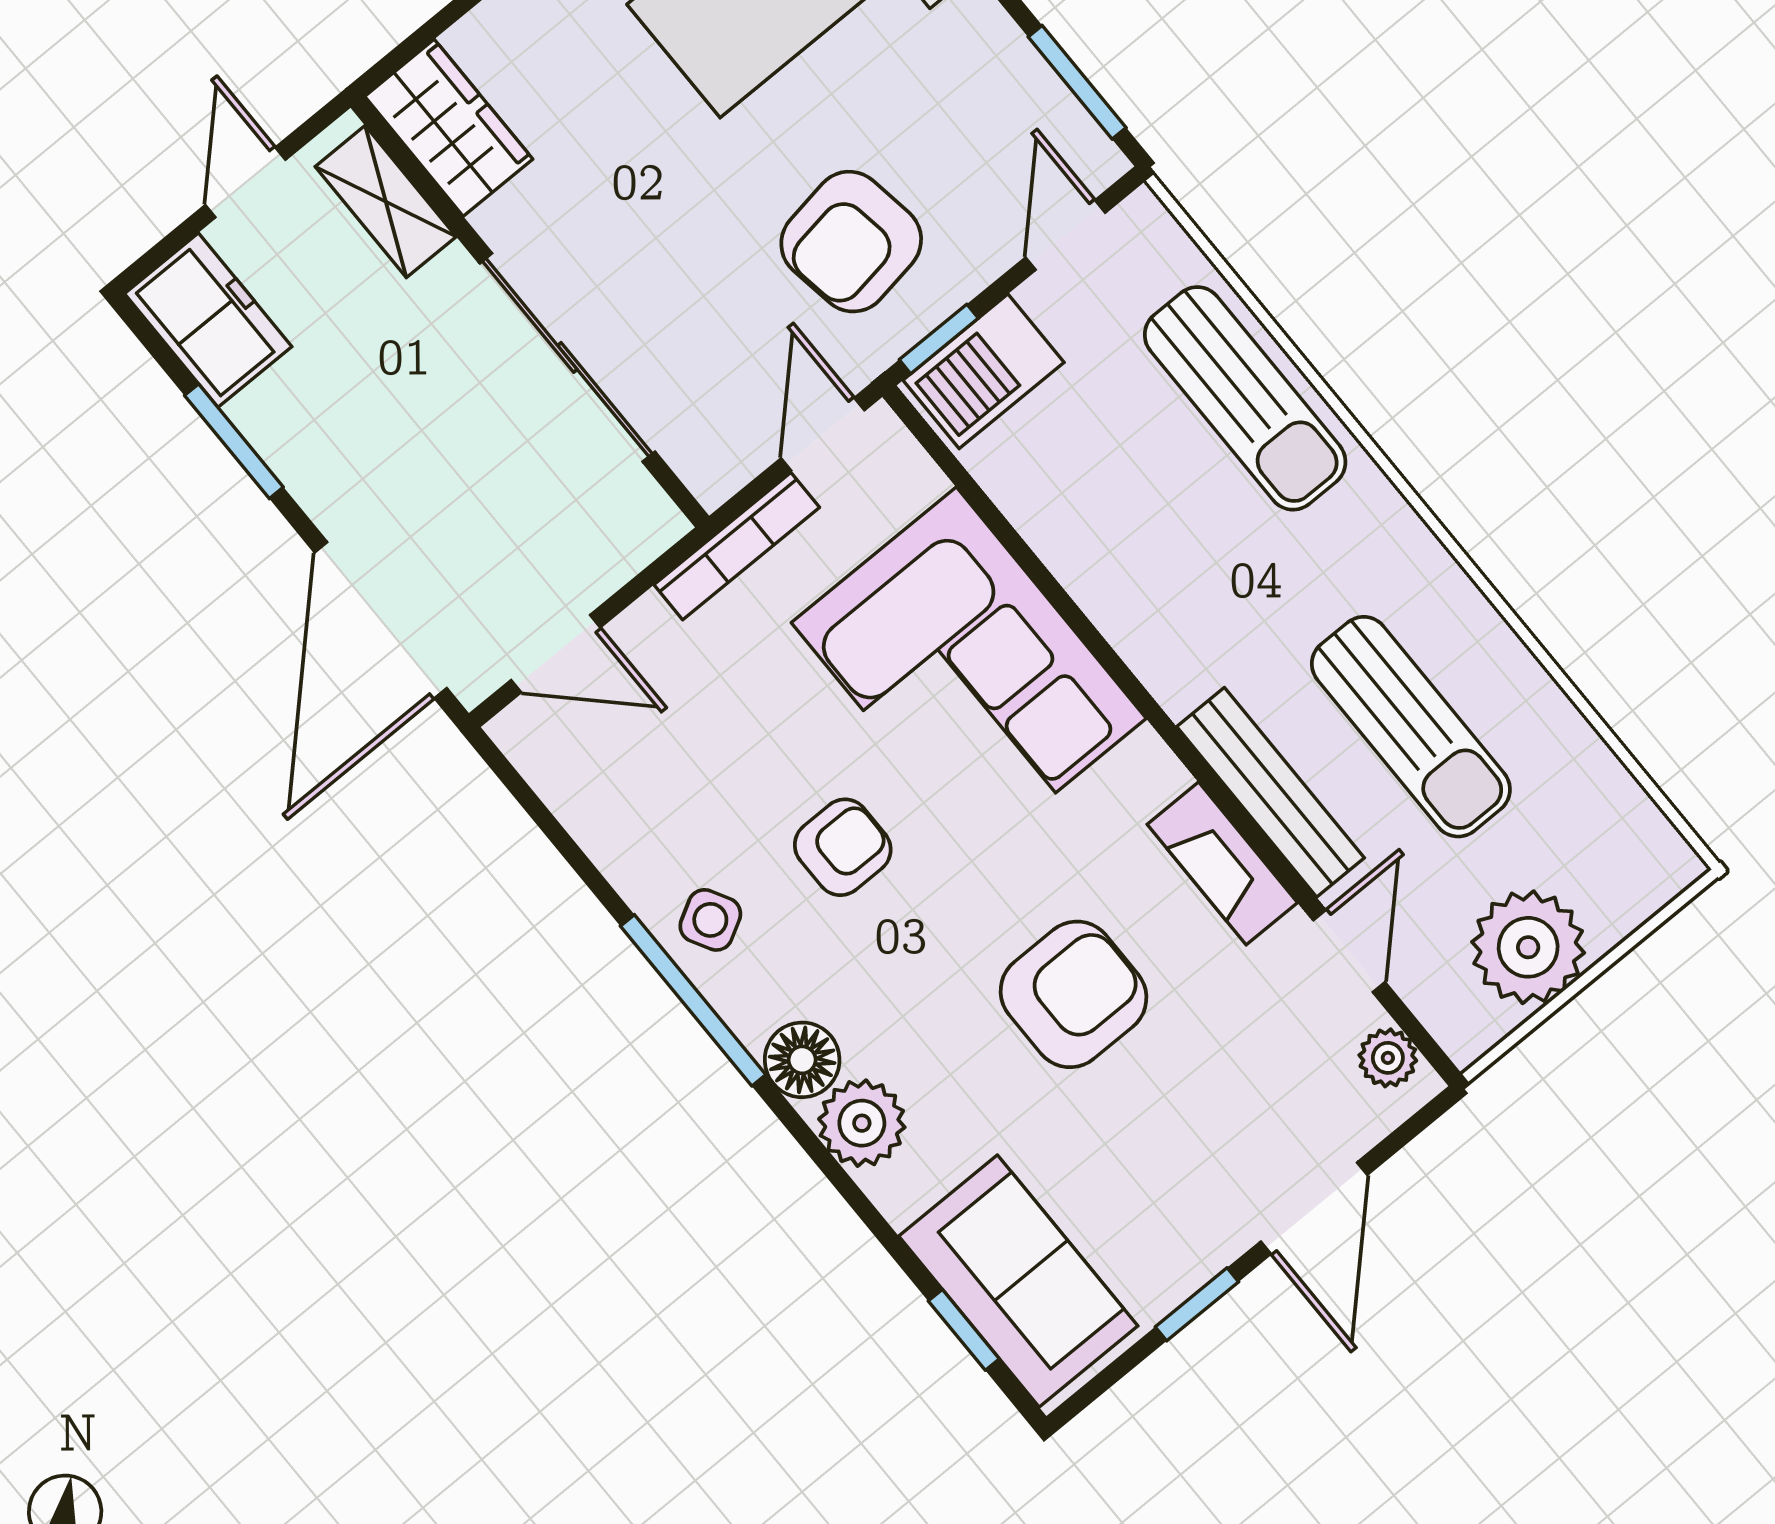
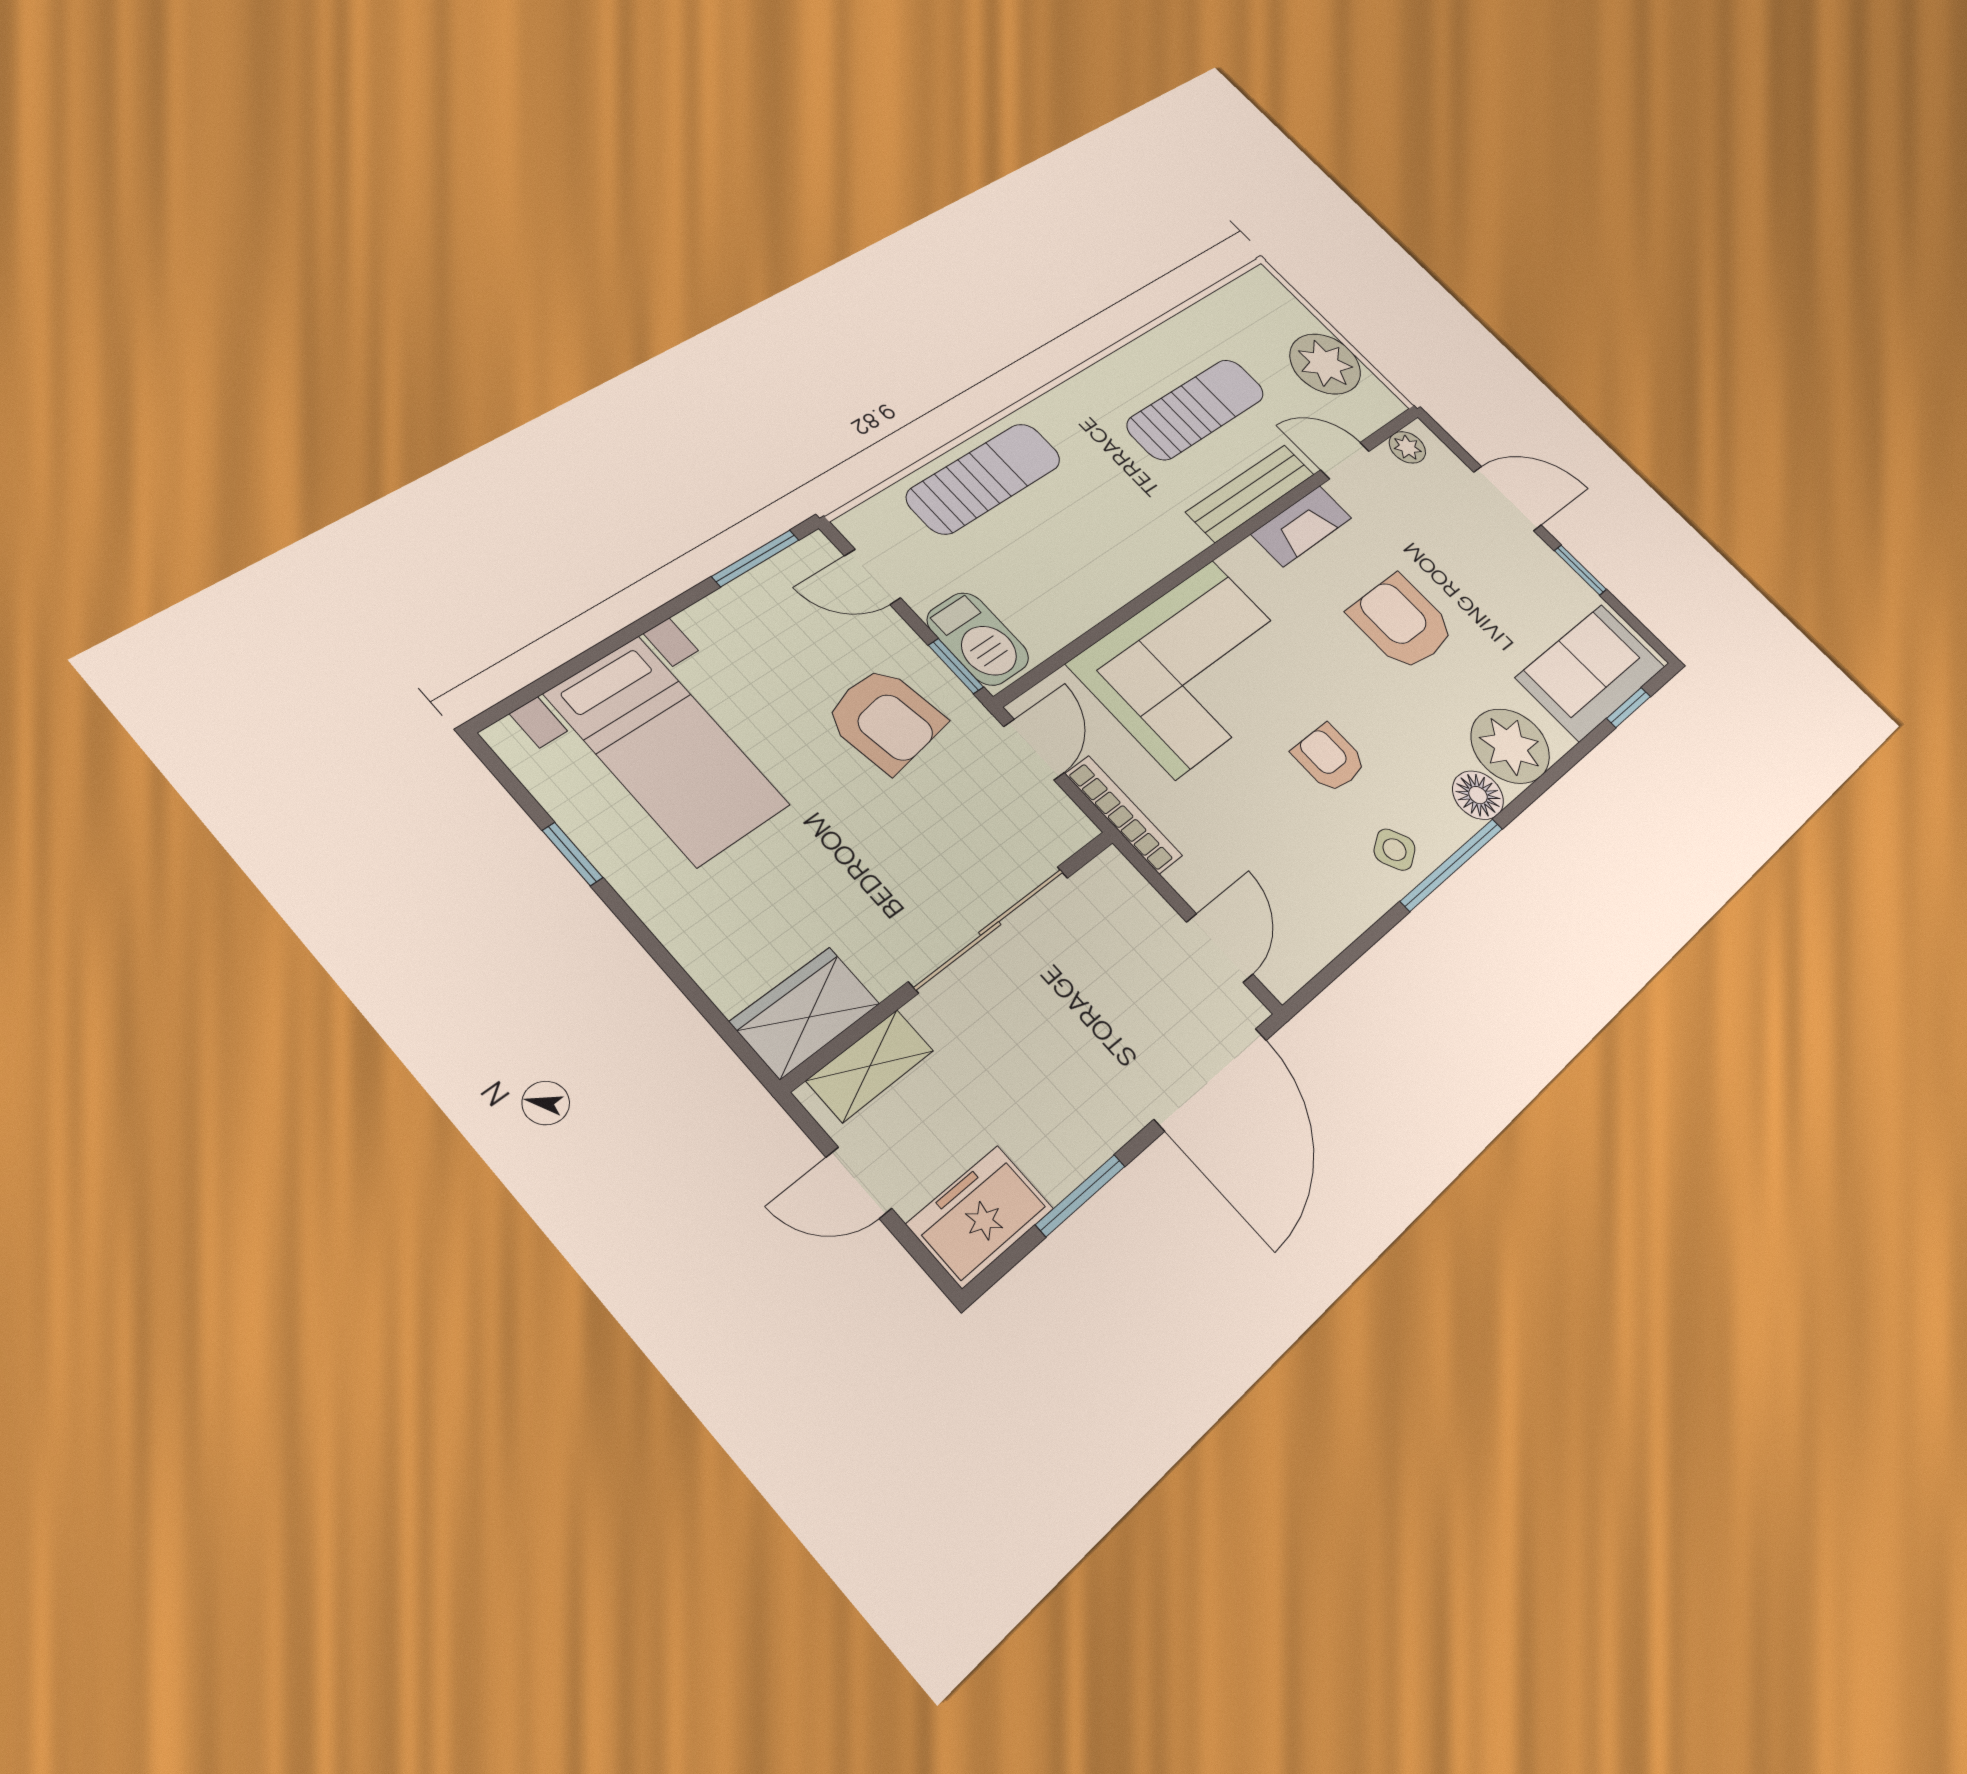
door: (823, 434) -> (1034, 749), swing flipped
door: (381, 620) -> (1211, 1079), hinge flipped
plant: (862, 1123) -> (1510, 746), width x1.36, depth x1.36

